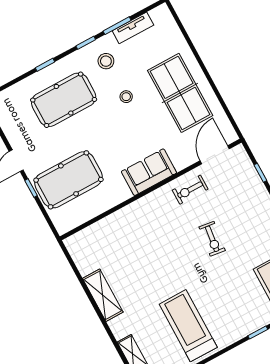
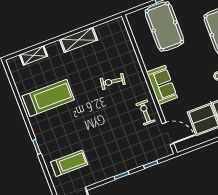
exercise bike: (212, 239) -> (113, 81), moved

